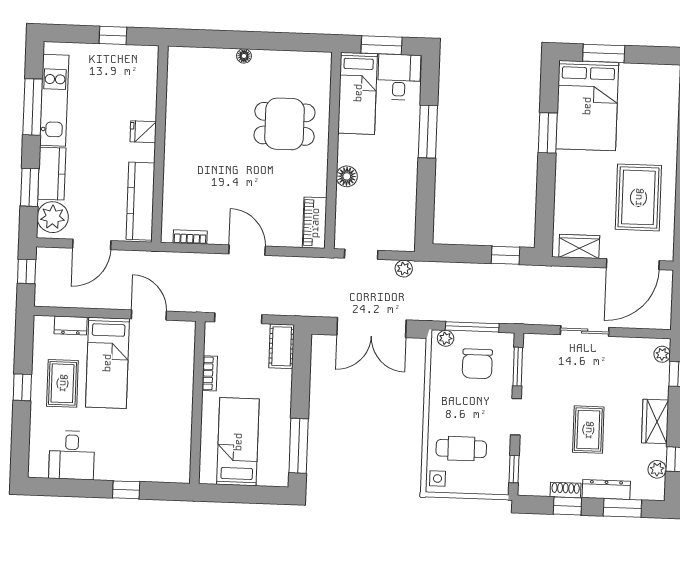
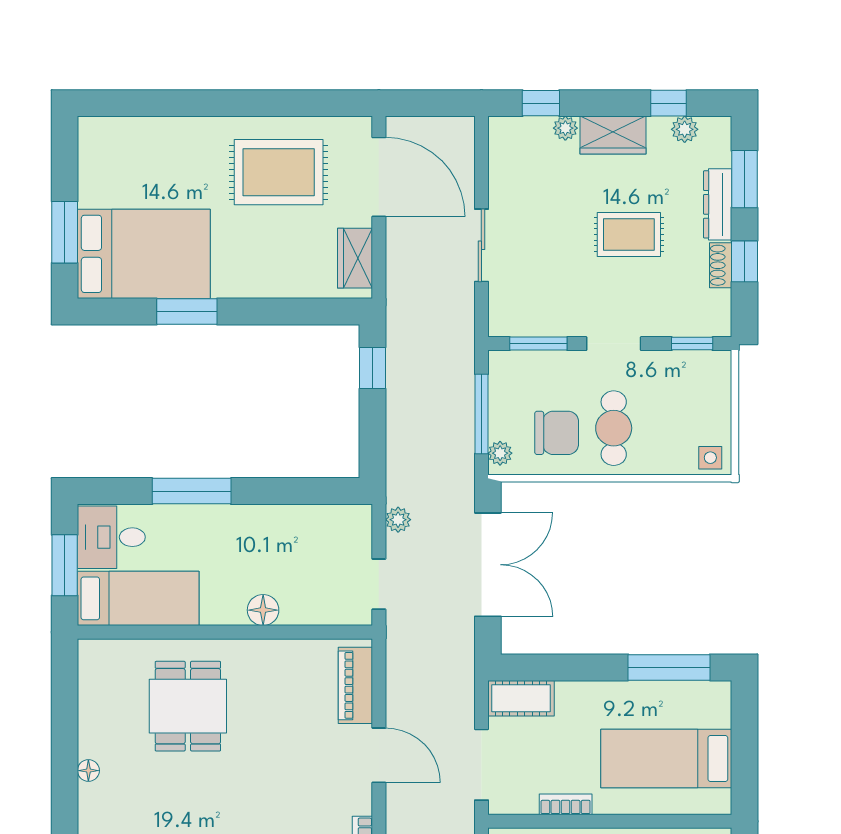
piano: (315, 223) -> (355, 685), moved, turned 90
door: (247, 250) -> (379, 755), swing flipped
plant: (662, 354) -> (565, 128), moved
chair: (477, 364) -> (557, 433), moved
cafe table: (461, 449) -> (614, 428), moved

